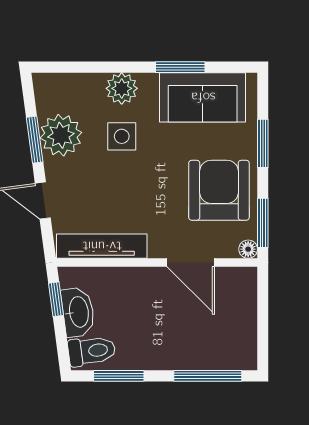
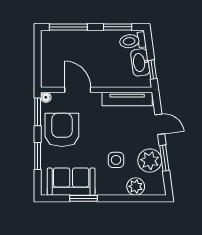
plant: (122, 88) -> (136, 186), moved
armchair: (219, 190) -> (62, 130), turned 180

